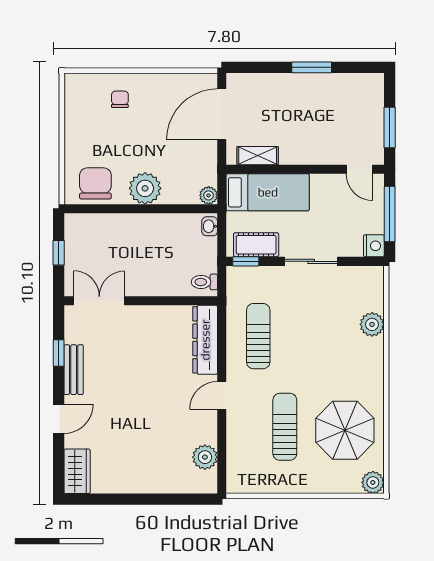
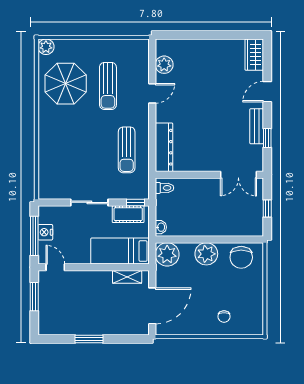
plant: (209, 195) -> (167, 254), width x1.88, depth x1.88
nightstand: (374, 246) -> (45, 232), moved
plant: (372, 324) -> (47, 158), removed
door: (222, 395) -> (152, 93), moved

